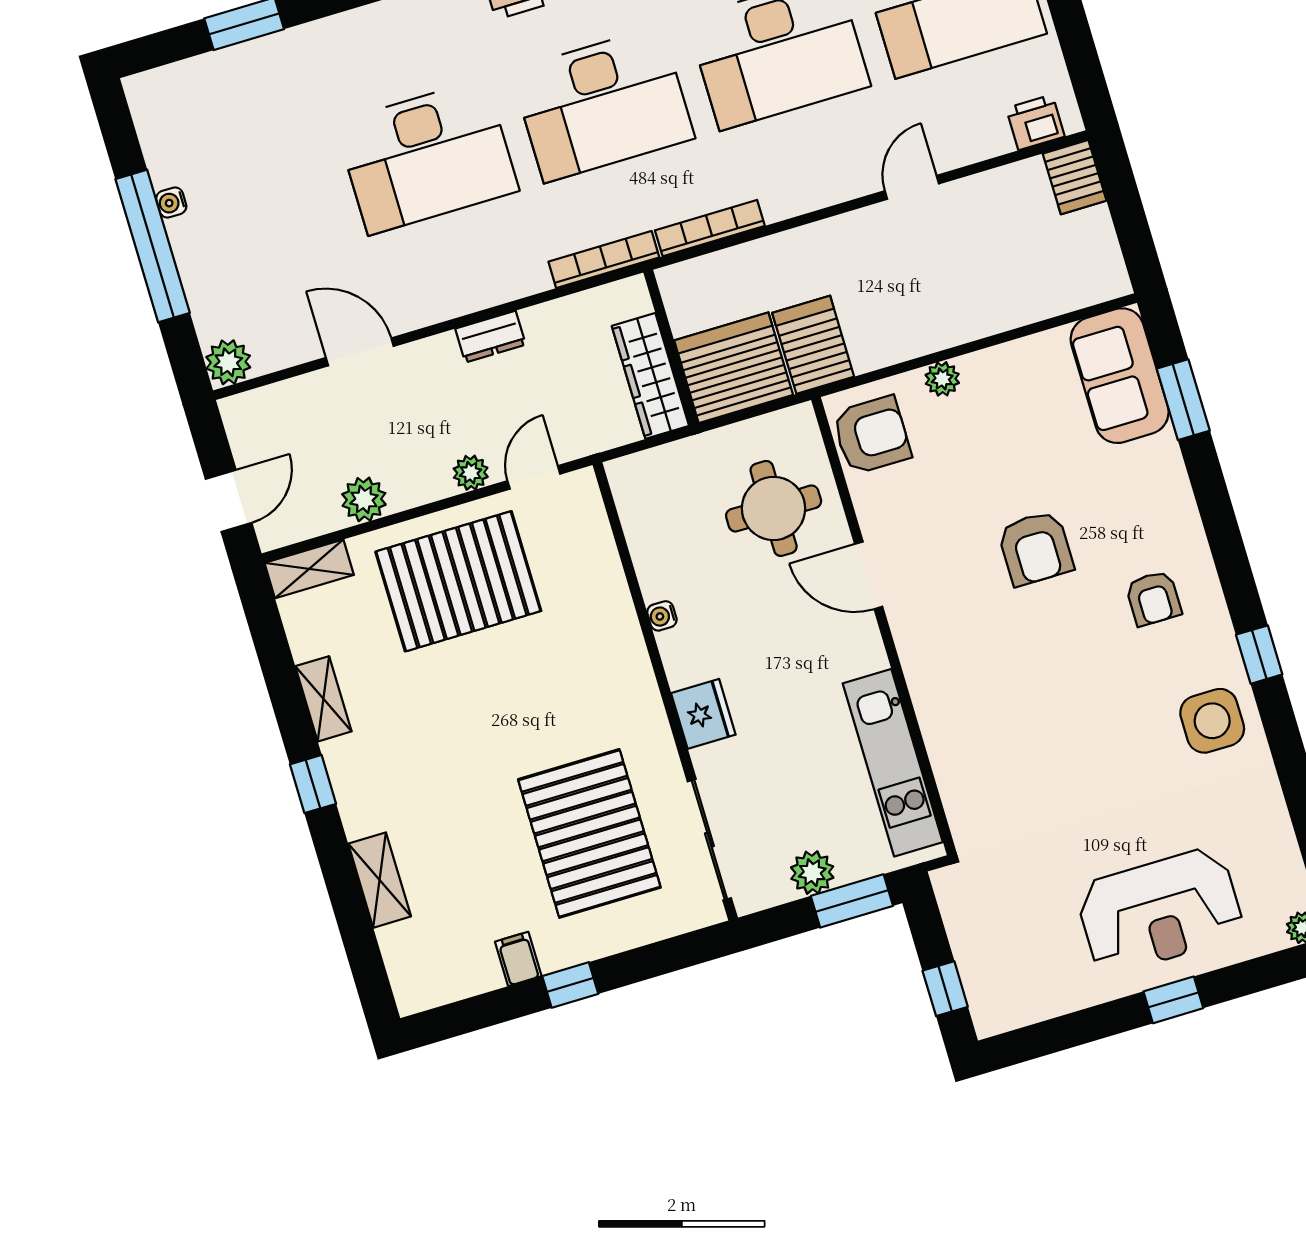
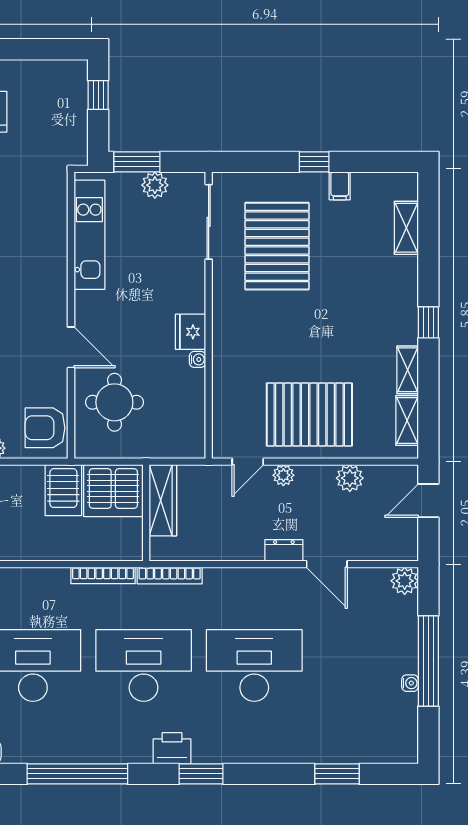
dresser: (491, 337) -> (284, 550), moved
shelving: (309, 569) -> (407, 420), moved, turned 90
fridge: (703, 714) -> (190, 332), moved
shelving: (380, 880) -> (406, 228), moved

